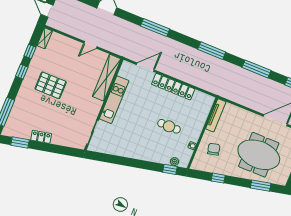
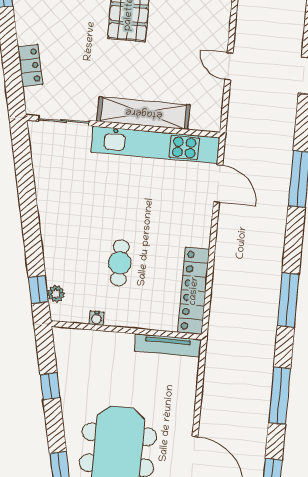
shelving: (107, 78) -> (144, 113), moved
locker: (173, 87) -> (194, 291), moved
kitchen unit: (114, 100) -> (155, 145), width x1.36
locker: (41, 137) -> (30, 66), moved
chair: (214, 149) -> (102, 361), removed

